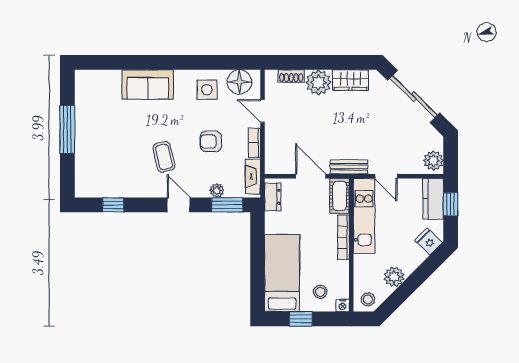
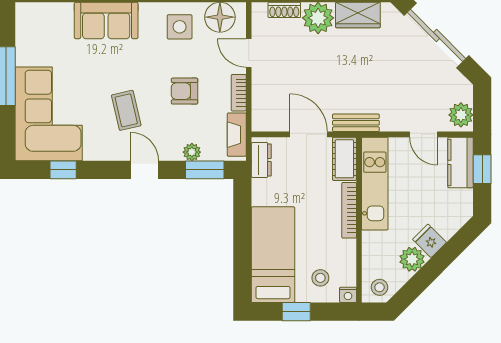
corner sofa: (102, 160) -> (49, 114), added
door: (386, 176) -> (423, 134), moved
fridge: (429, 241) -> (430, 241), moved

